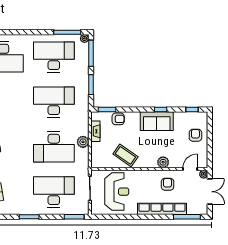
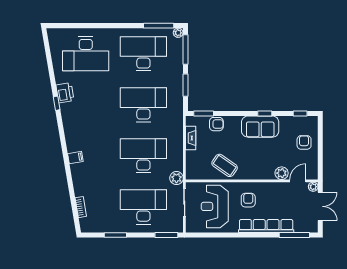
plant: (83, 142) -> (176, 178), moved
desk: (54, 147) -> (143, 156), turned 180
plant: (163, 162) -> (282, 173), moved
armchair: (168, 184) -> (248, 200), moved
reception desk: (117, 192) -> (215, 206), turned 180

